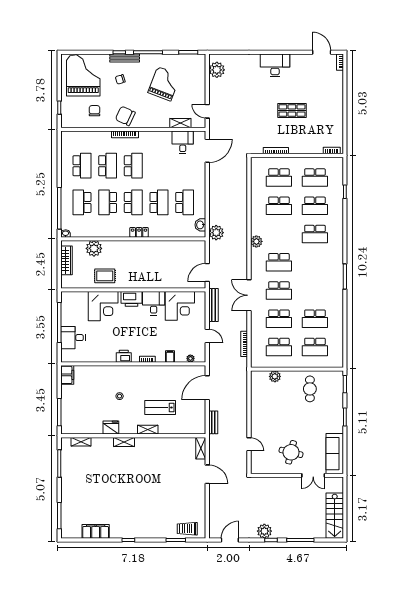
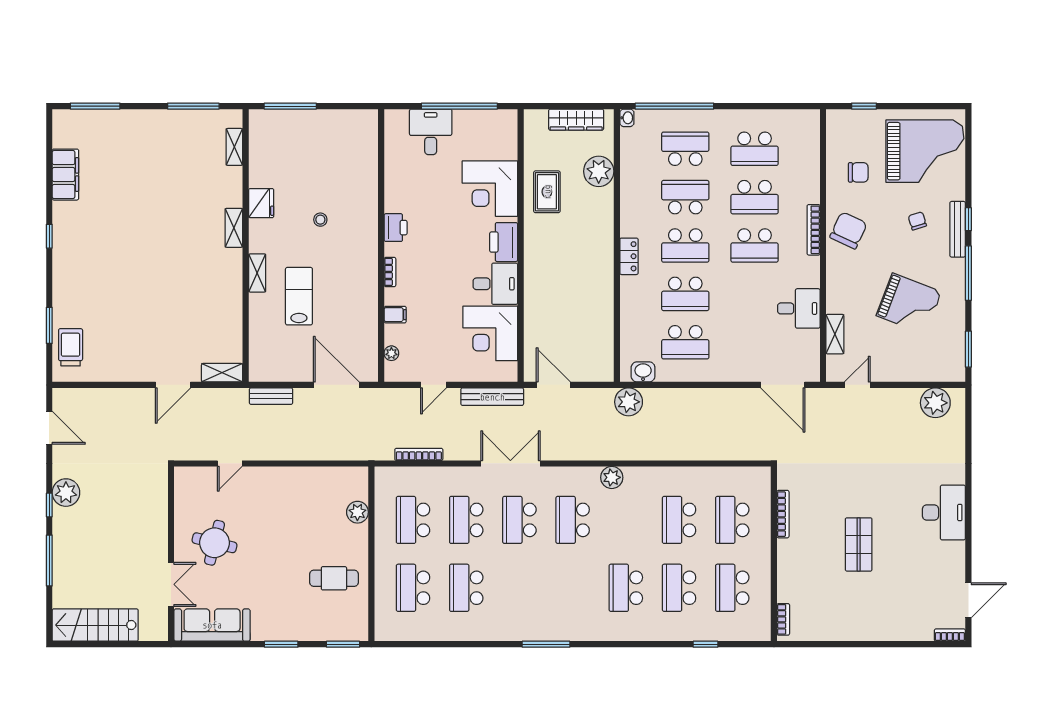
desk: (183, 142) -> (799, 308), moved
filing cabinet: (67, 375) -> (360, 121), removed
double door: (313, 475) -> (171, 584), swing flipped

